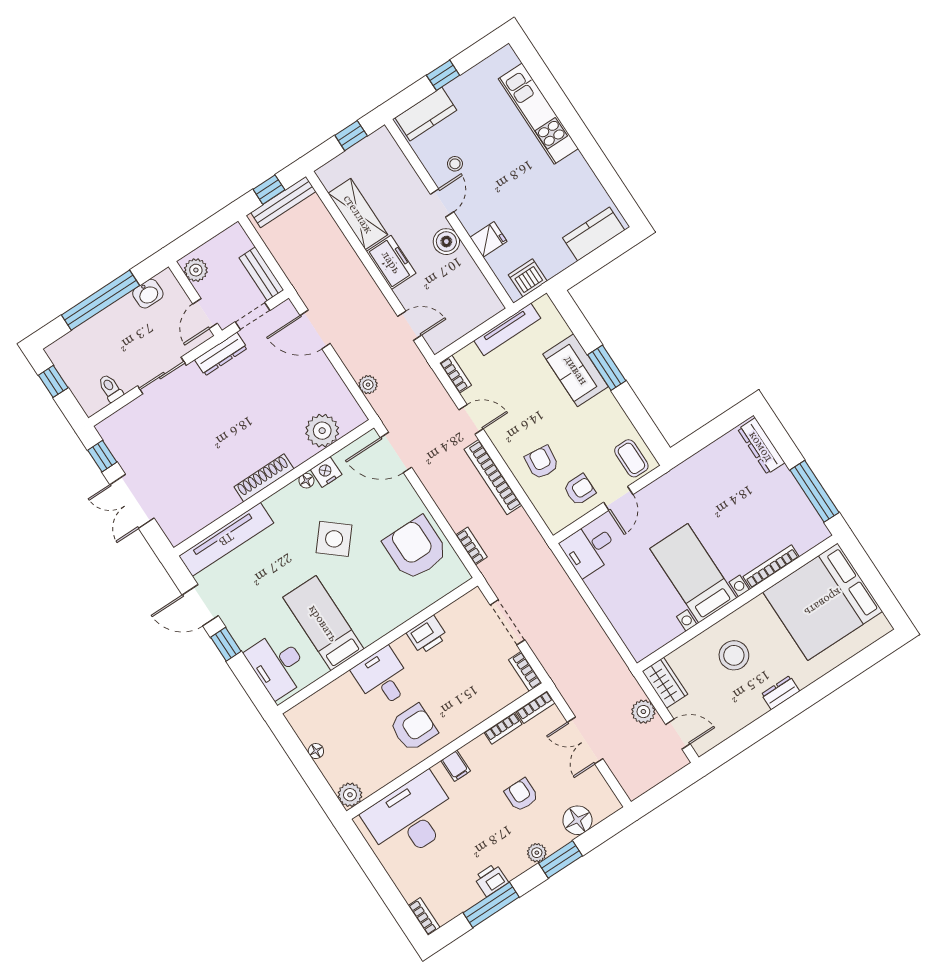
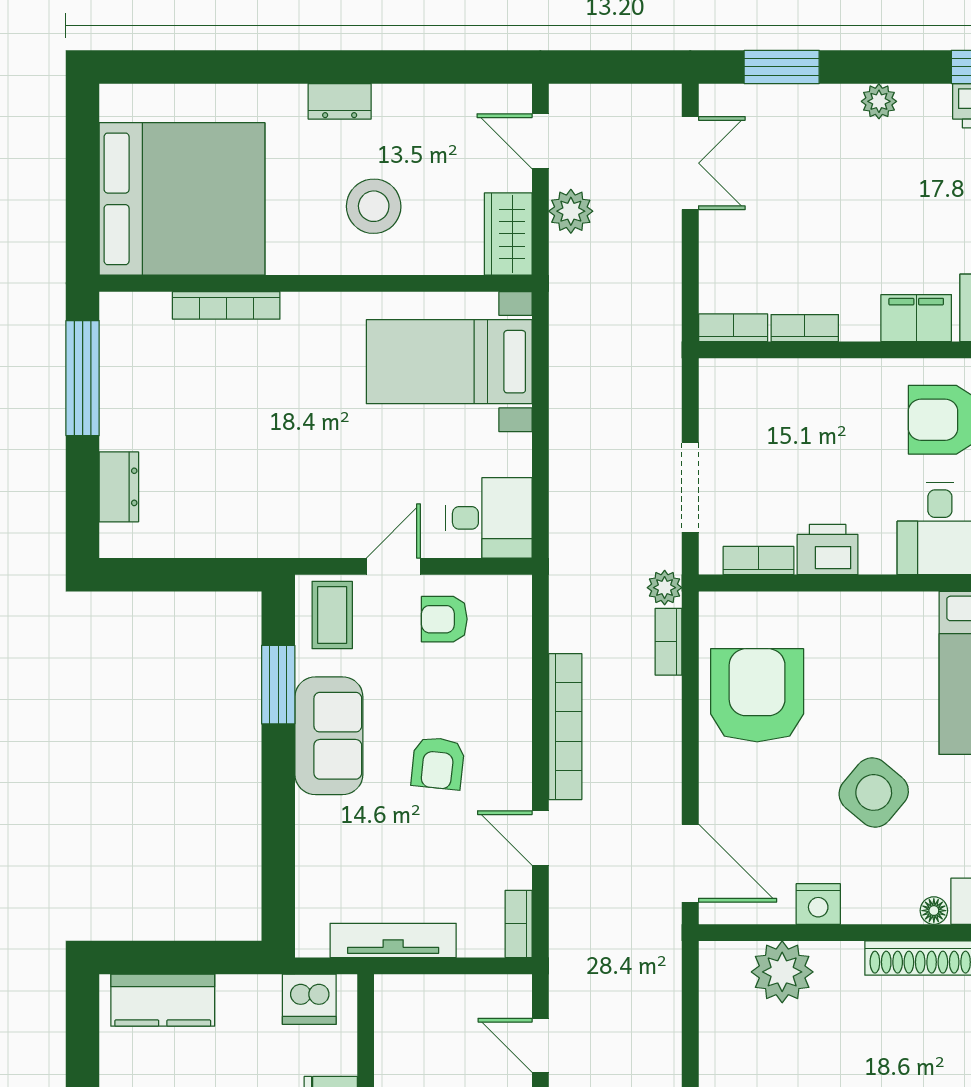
window: (607, 368) -> (278, 685), moved
sofa: (576, 370) -> (329, 736), moved
plant: (368, 385) -> (665, 588), moved
dresser: (761, 446) -> (119, 487), width x0.70
armchair: (542, 462) -> (438, 763), moved
floor lamp: (306, 481) -> (934, 911), moved
armchair: (416, 548) -> (757, 695), turned 180
bed with nightstands: (693, 573) -> (449, 362), moved, turned 90
bookcase: (525, 671) -> (759, 561), moved, turned -90
double door: (585, 740) -> (690, 163), moved
filing cabinet: (456, 766) -> (916, 318), width x2.00
armchair: (521, 795) -> (844, 206), removed
floor lamp: (577, 820) -> (783, 110), removed
window: (560, 859) -> (782, 67), moved

